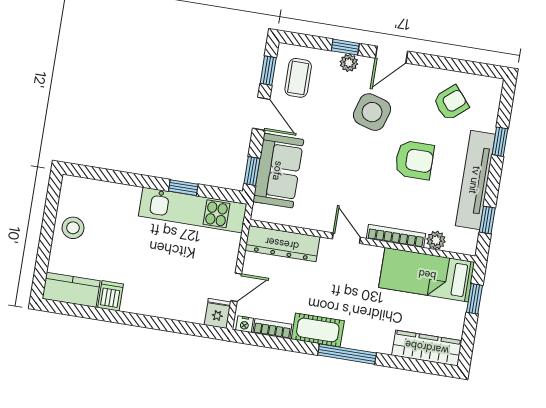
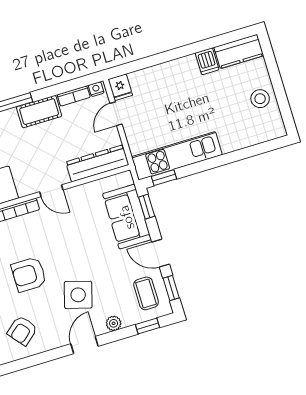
window: (345, 47) -> (148, 326), moved
window: (183, 188) -> (164, 178), moved

